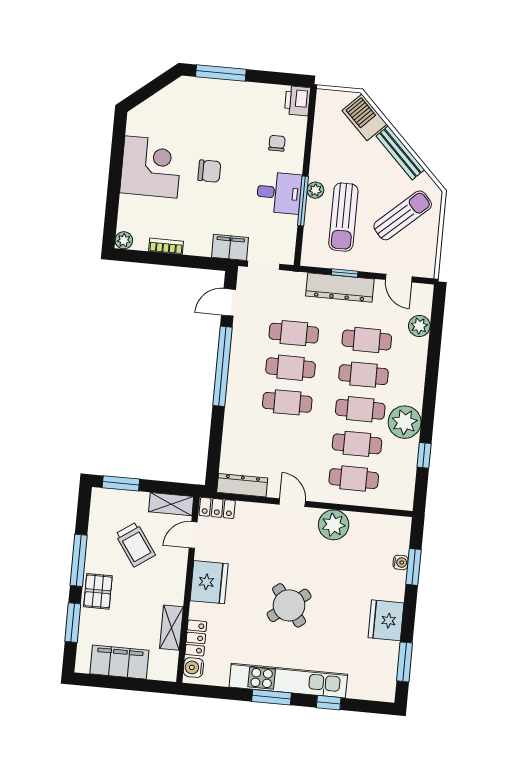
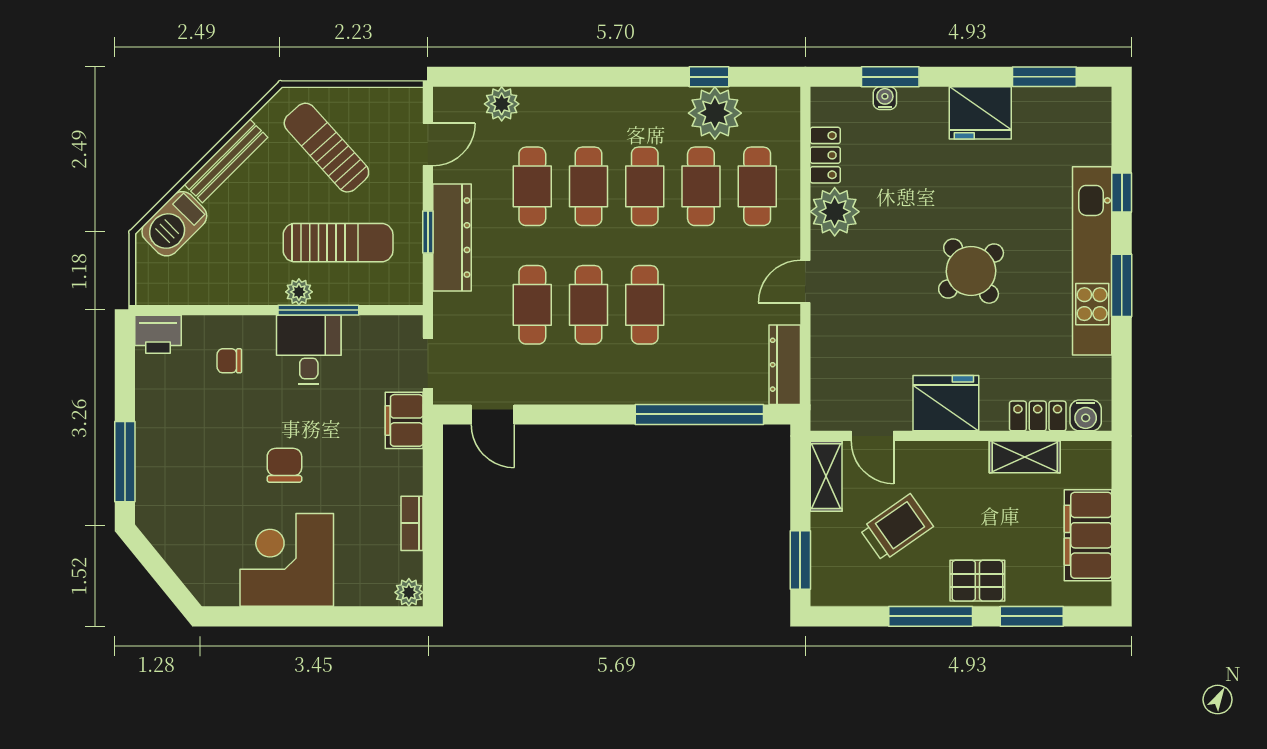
window: (222, 366) -> (699, 414), moved
plant: (405, 422) -> (715, 113), moved
locker: (217, 508) -> (825, 155), moved

